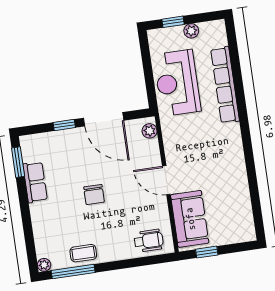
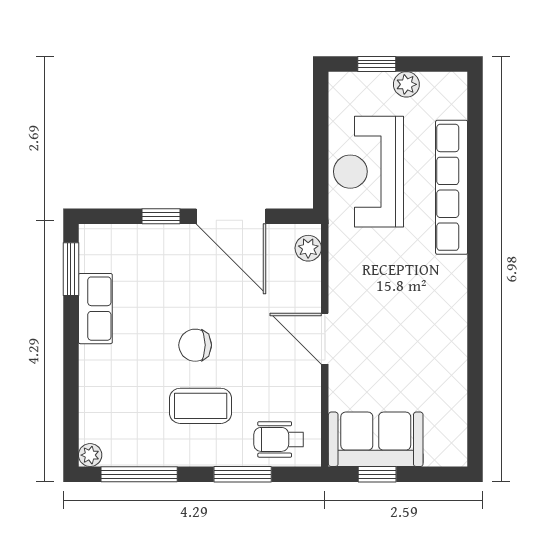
chair: (94, 195) -> (195, 345), turned 90
sofa: (190, 219) -> (376, 439), moved, turned -90
wheelchair: (149, 241) -> (279, 439), turned 180
coffee table: (83, 253) -> (201, 406), moved, width x1.36, depth x1.30
window: (131, 263) -> (243, 474), added

